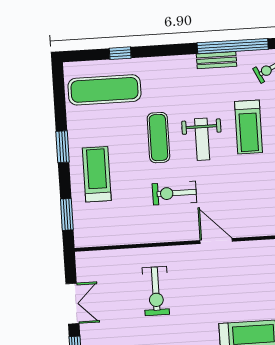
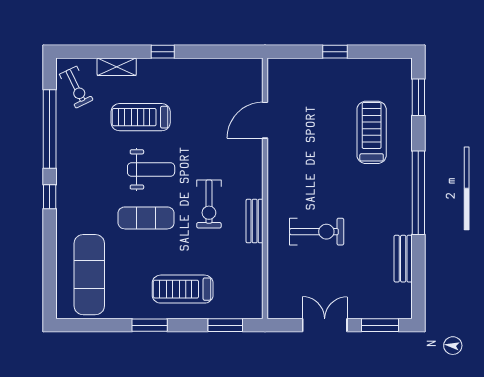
window: (120, 53) -> (50, 197), moved
bench: (217, 60) -> (255, 221), moved
treadmill: (248, 127) -> (141, 117), turned 180
door: (216, 241) -> (265, 120), moved

